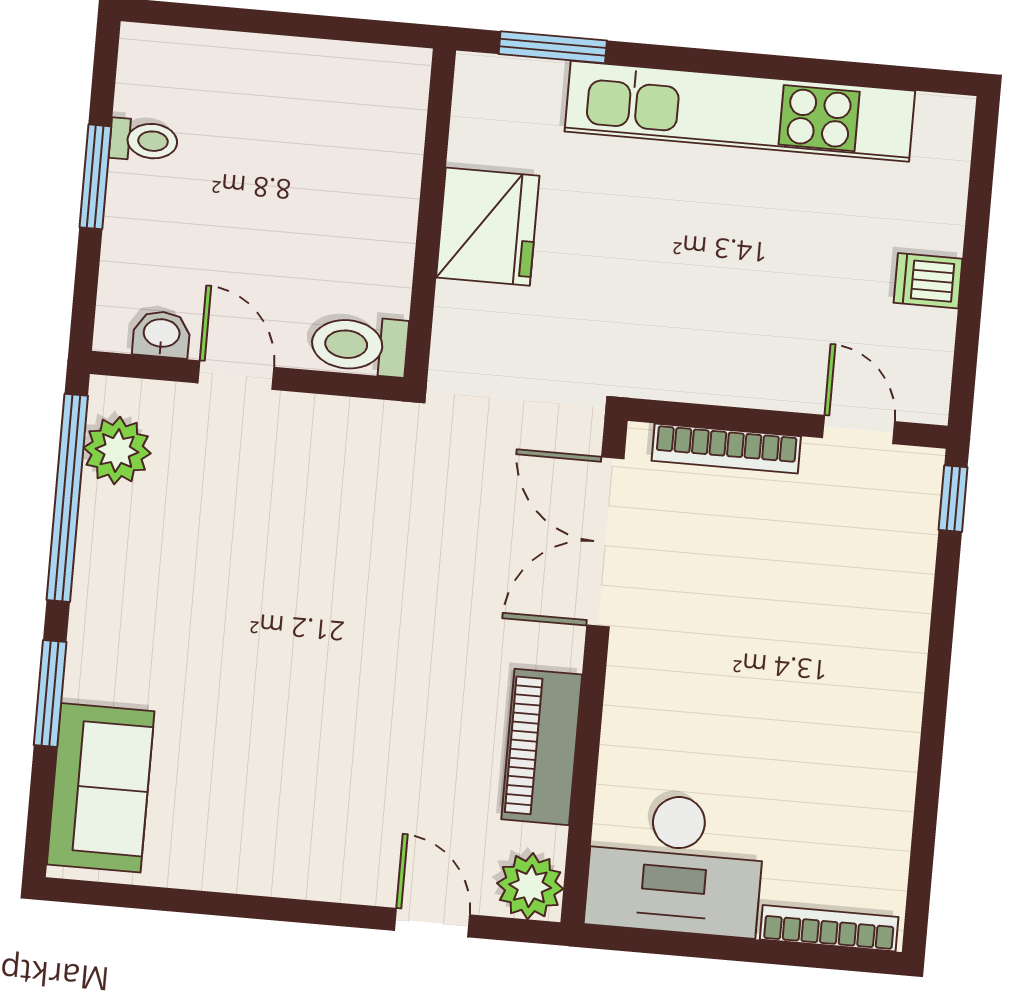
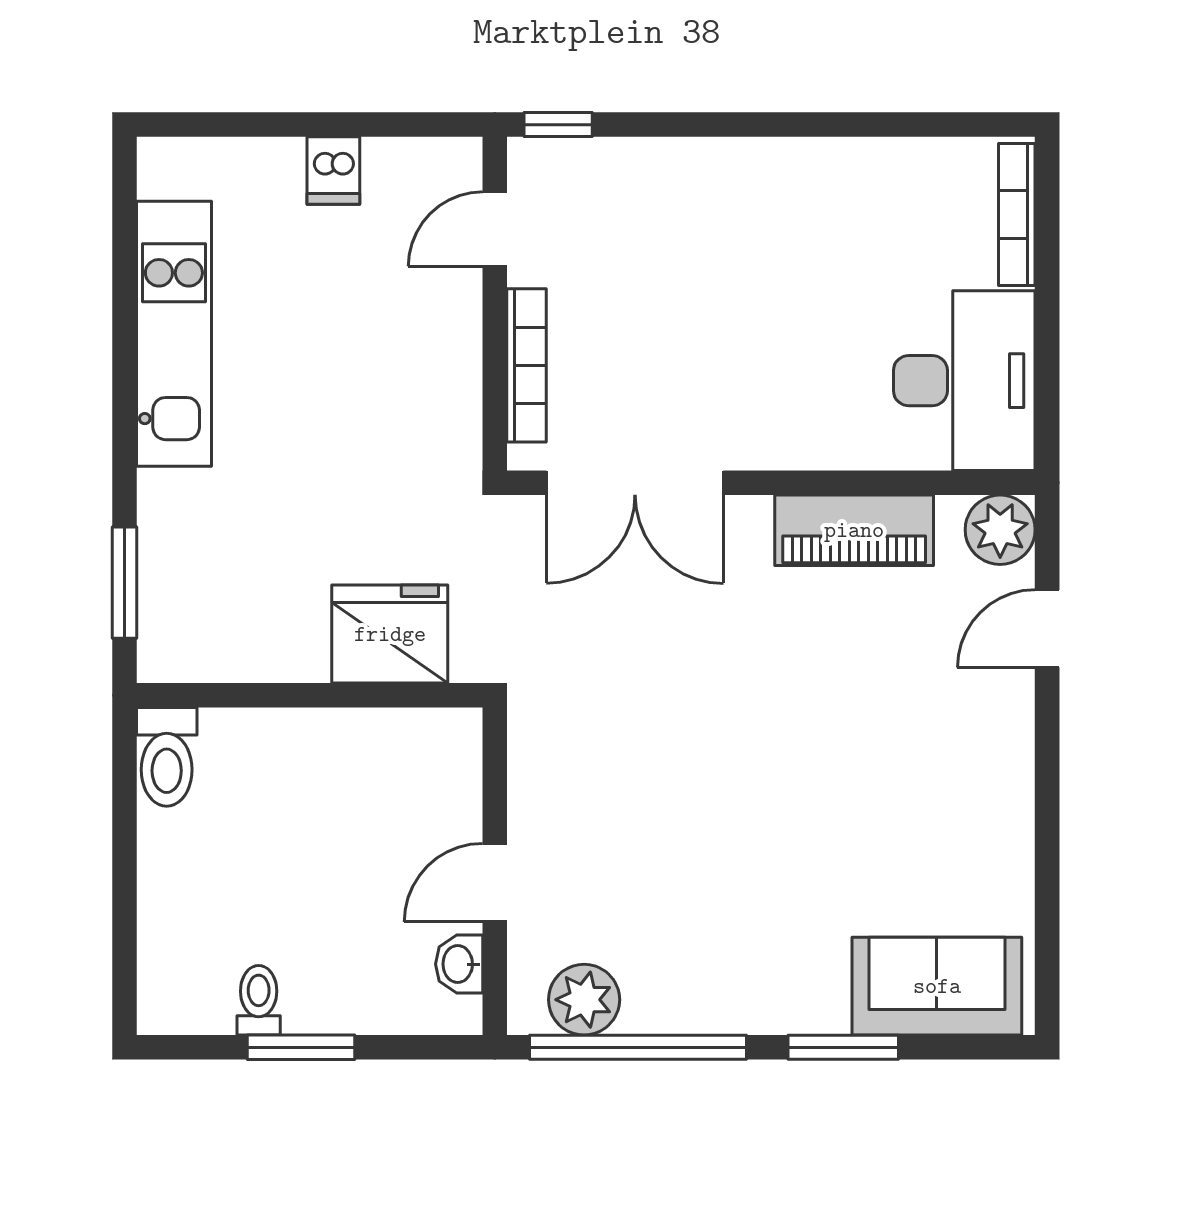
kitchen unit: (740, 111) -> (174, 334), width x0.73
fridge: (488, 227) -> (390, 634), moved
toilet: (359, 345) -> (167, 757), moved

